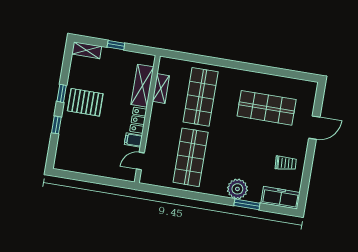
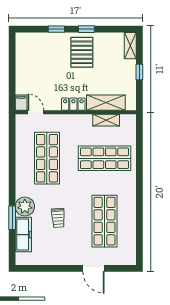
filing cabinet: (133, 140) -> (21, 103), moved
shop shelf: (191, 157) -> (47, 158), turned 90
trolley: (286, 163) -> (58, 218), moved
freezer: (280, 198) -> (23, 235), moved

